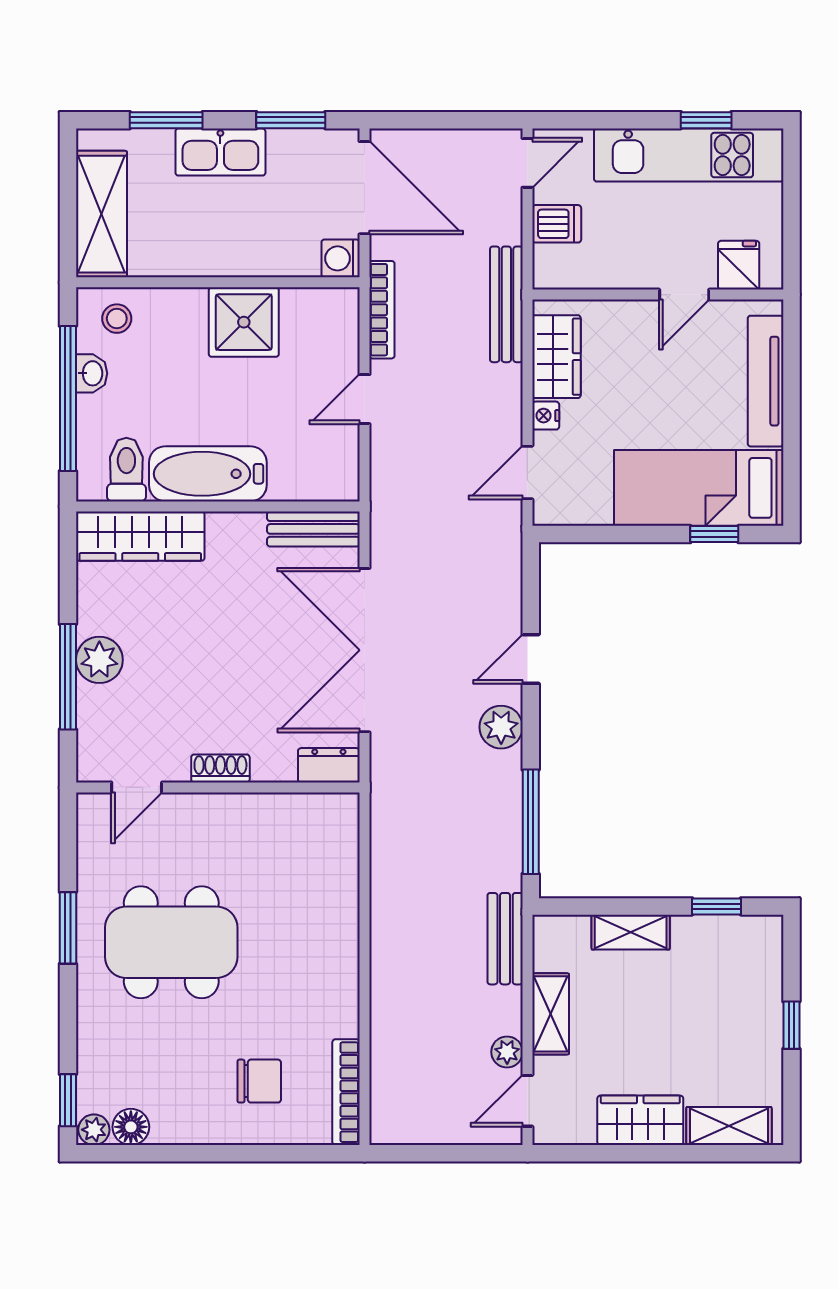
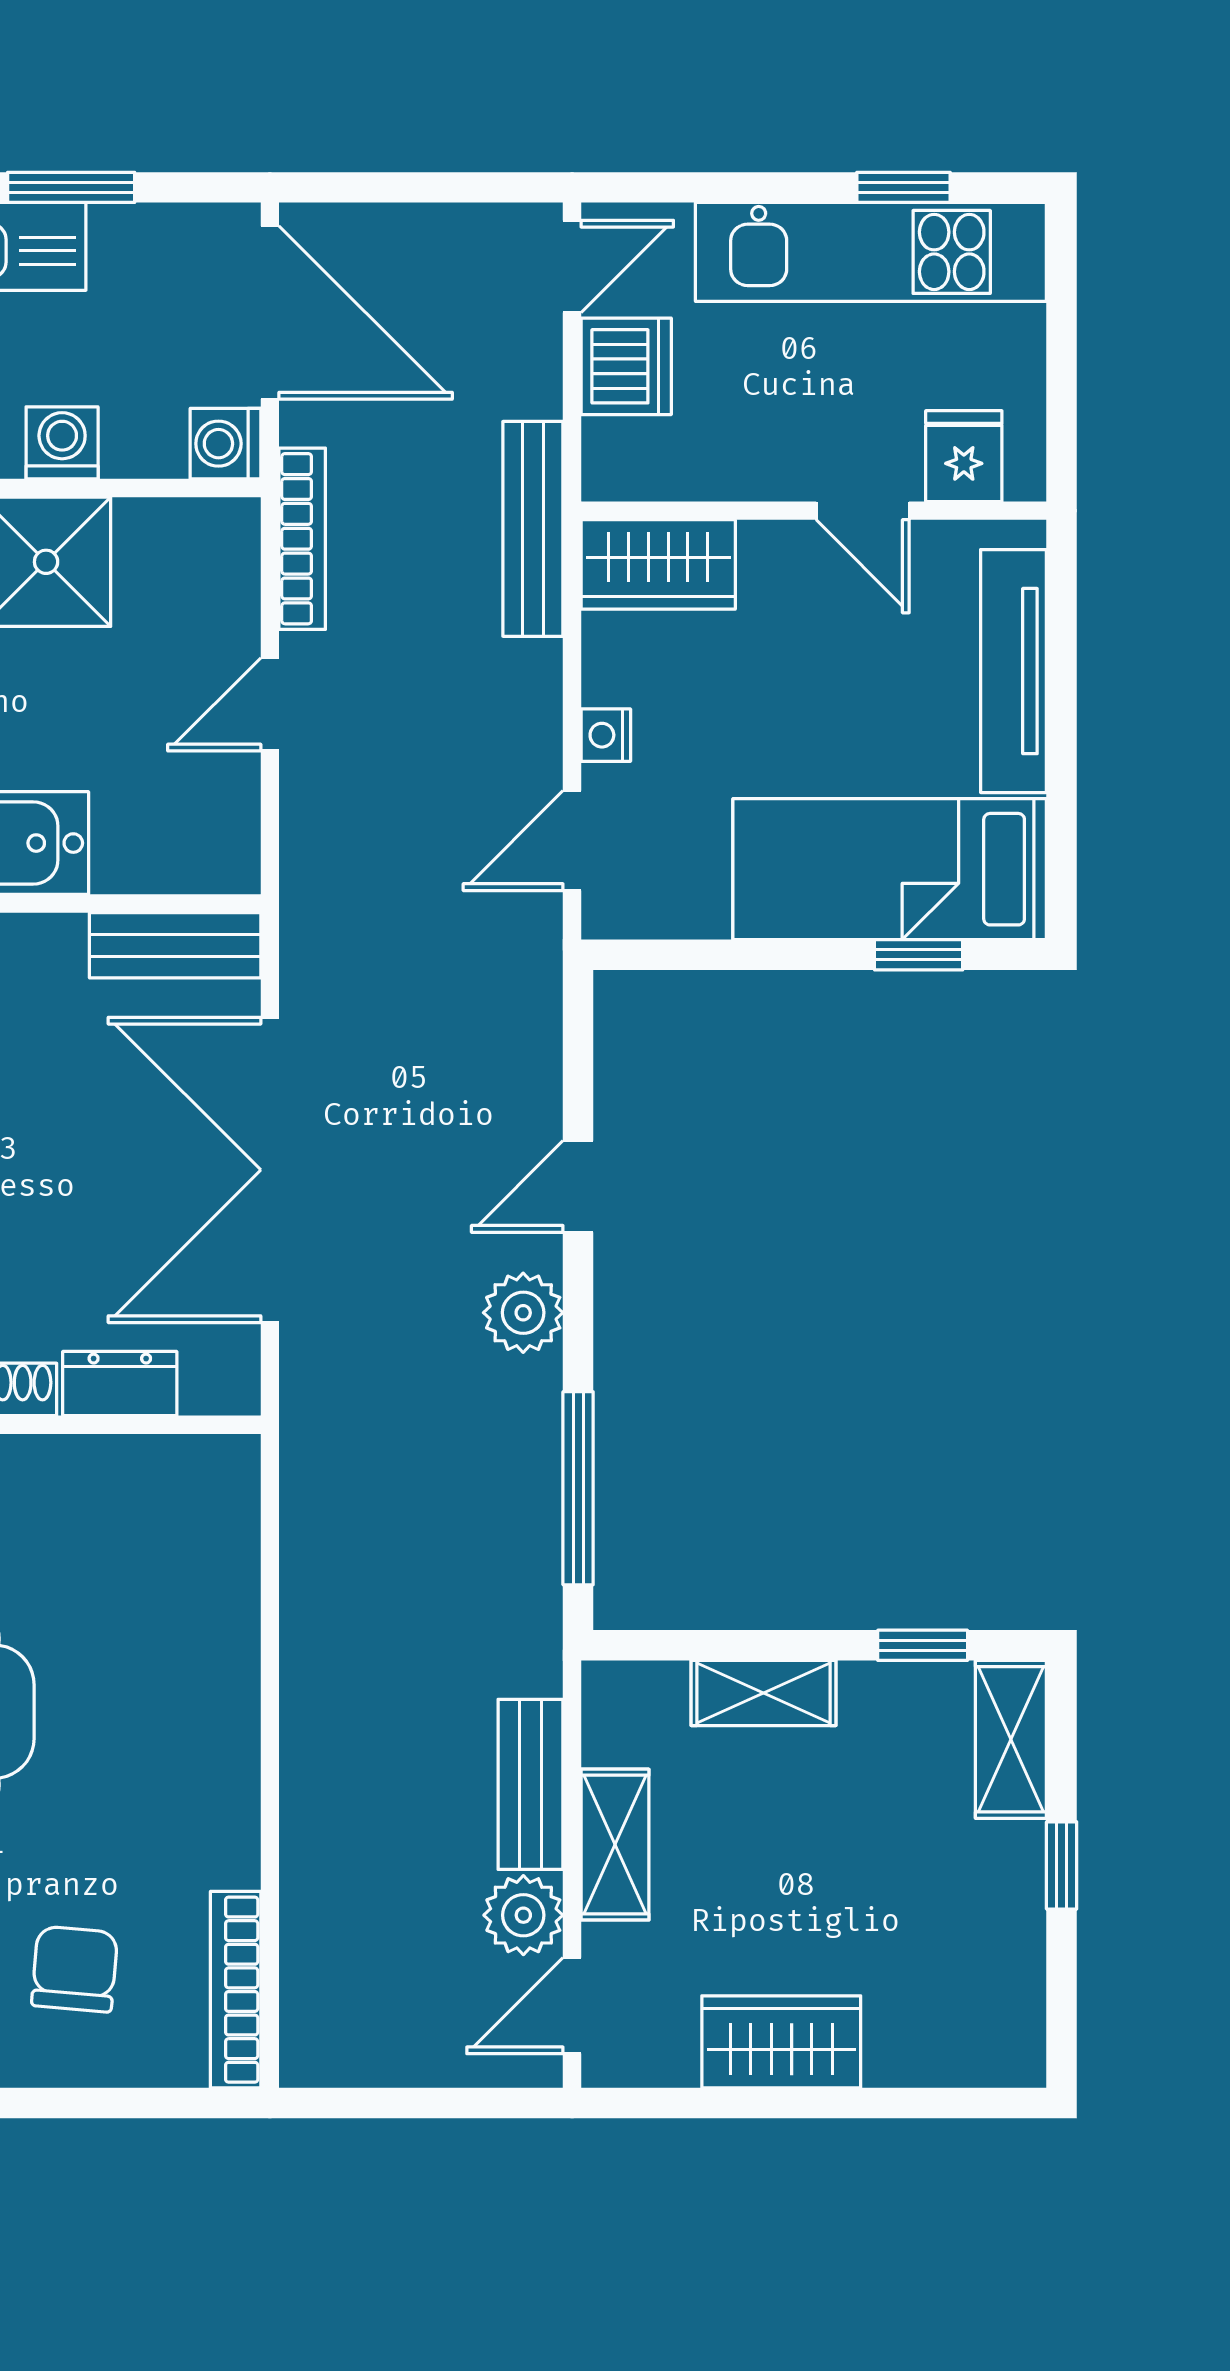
window: (291, 120) -> (71, 187), moved
dishwasher: (557, 224) -> (626, 366), width x1.38
washing machine: (252, 258) -> (62, 443), added
door: (684, 295) -> (863, 511), hinge flipped
wardrobe: (556, 357) -> (658, 564), moved, turned 90
dresser: (329, 765) -> (120, 1384), moved
bench: (505, 939) -> (531, 1784), moved
plant: (507, 1052) -> (523, 1915), width x1.38, depth x1.38
chair: (259, 1081) -> (75, 1969), turned -85
shelving: (729, 1126) -> (1011, 1739), moved, turned 90

